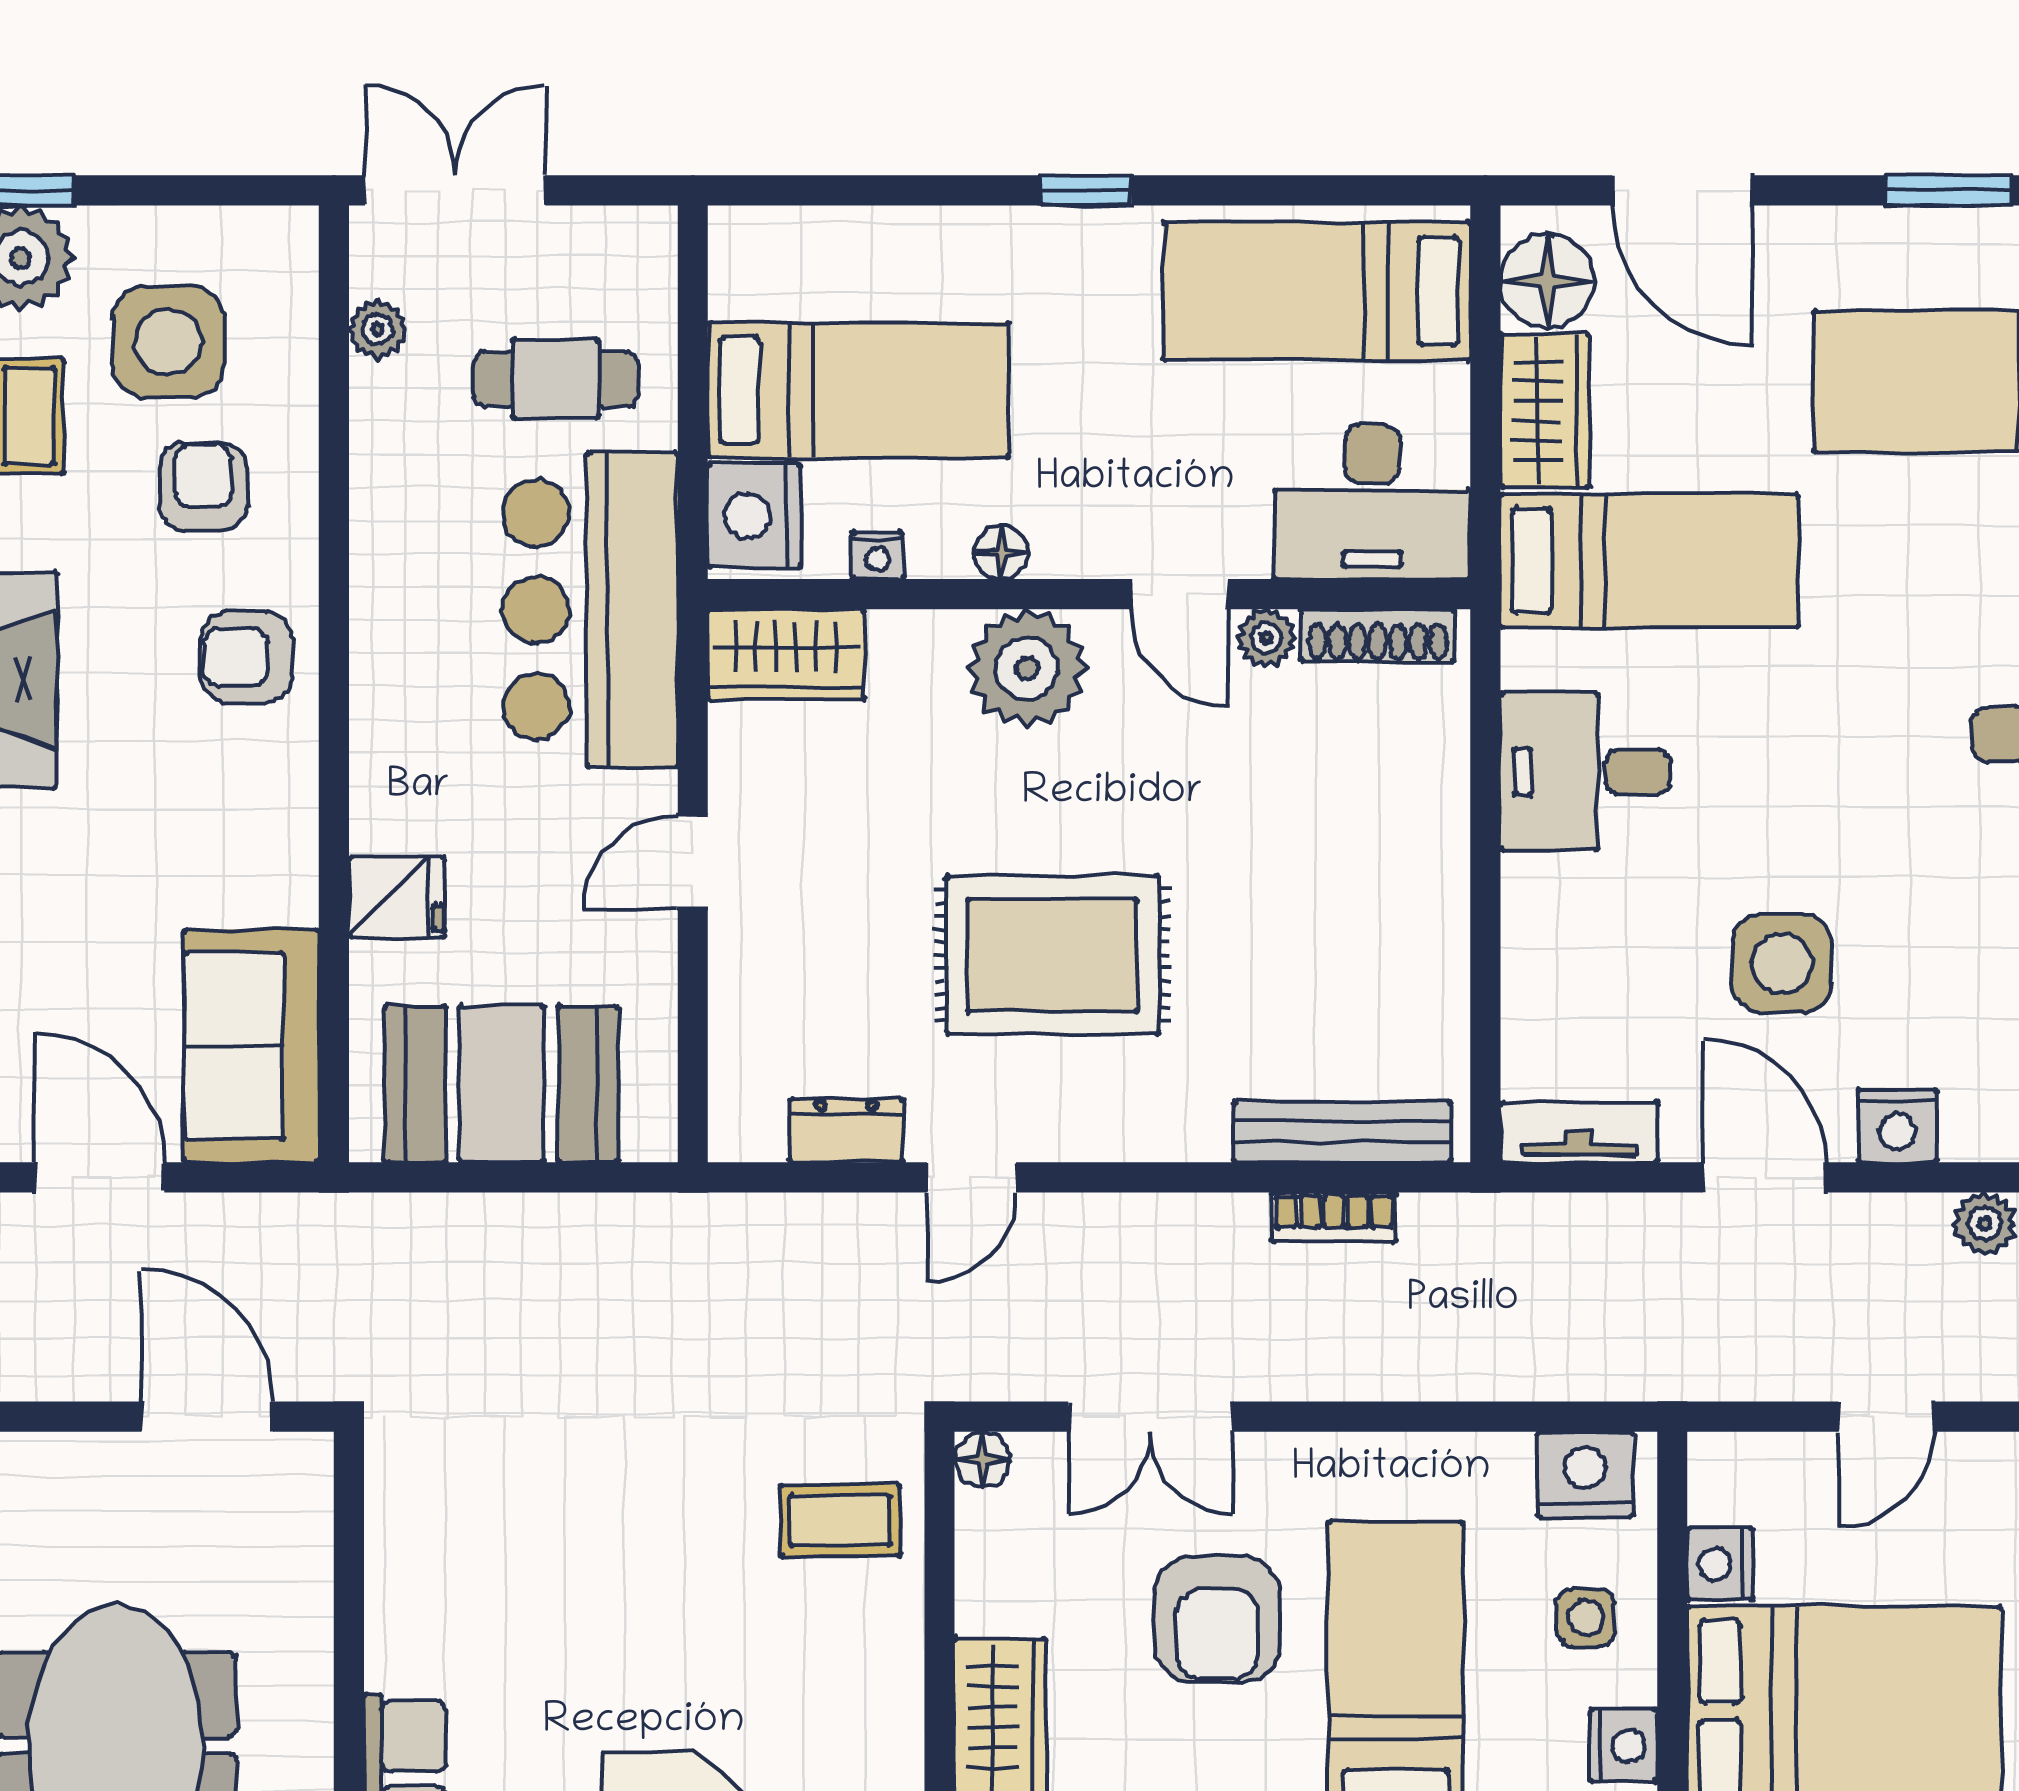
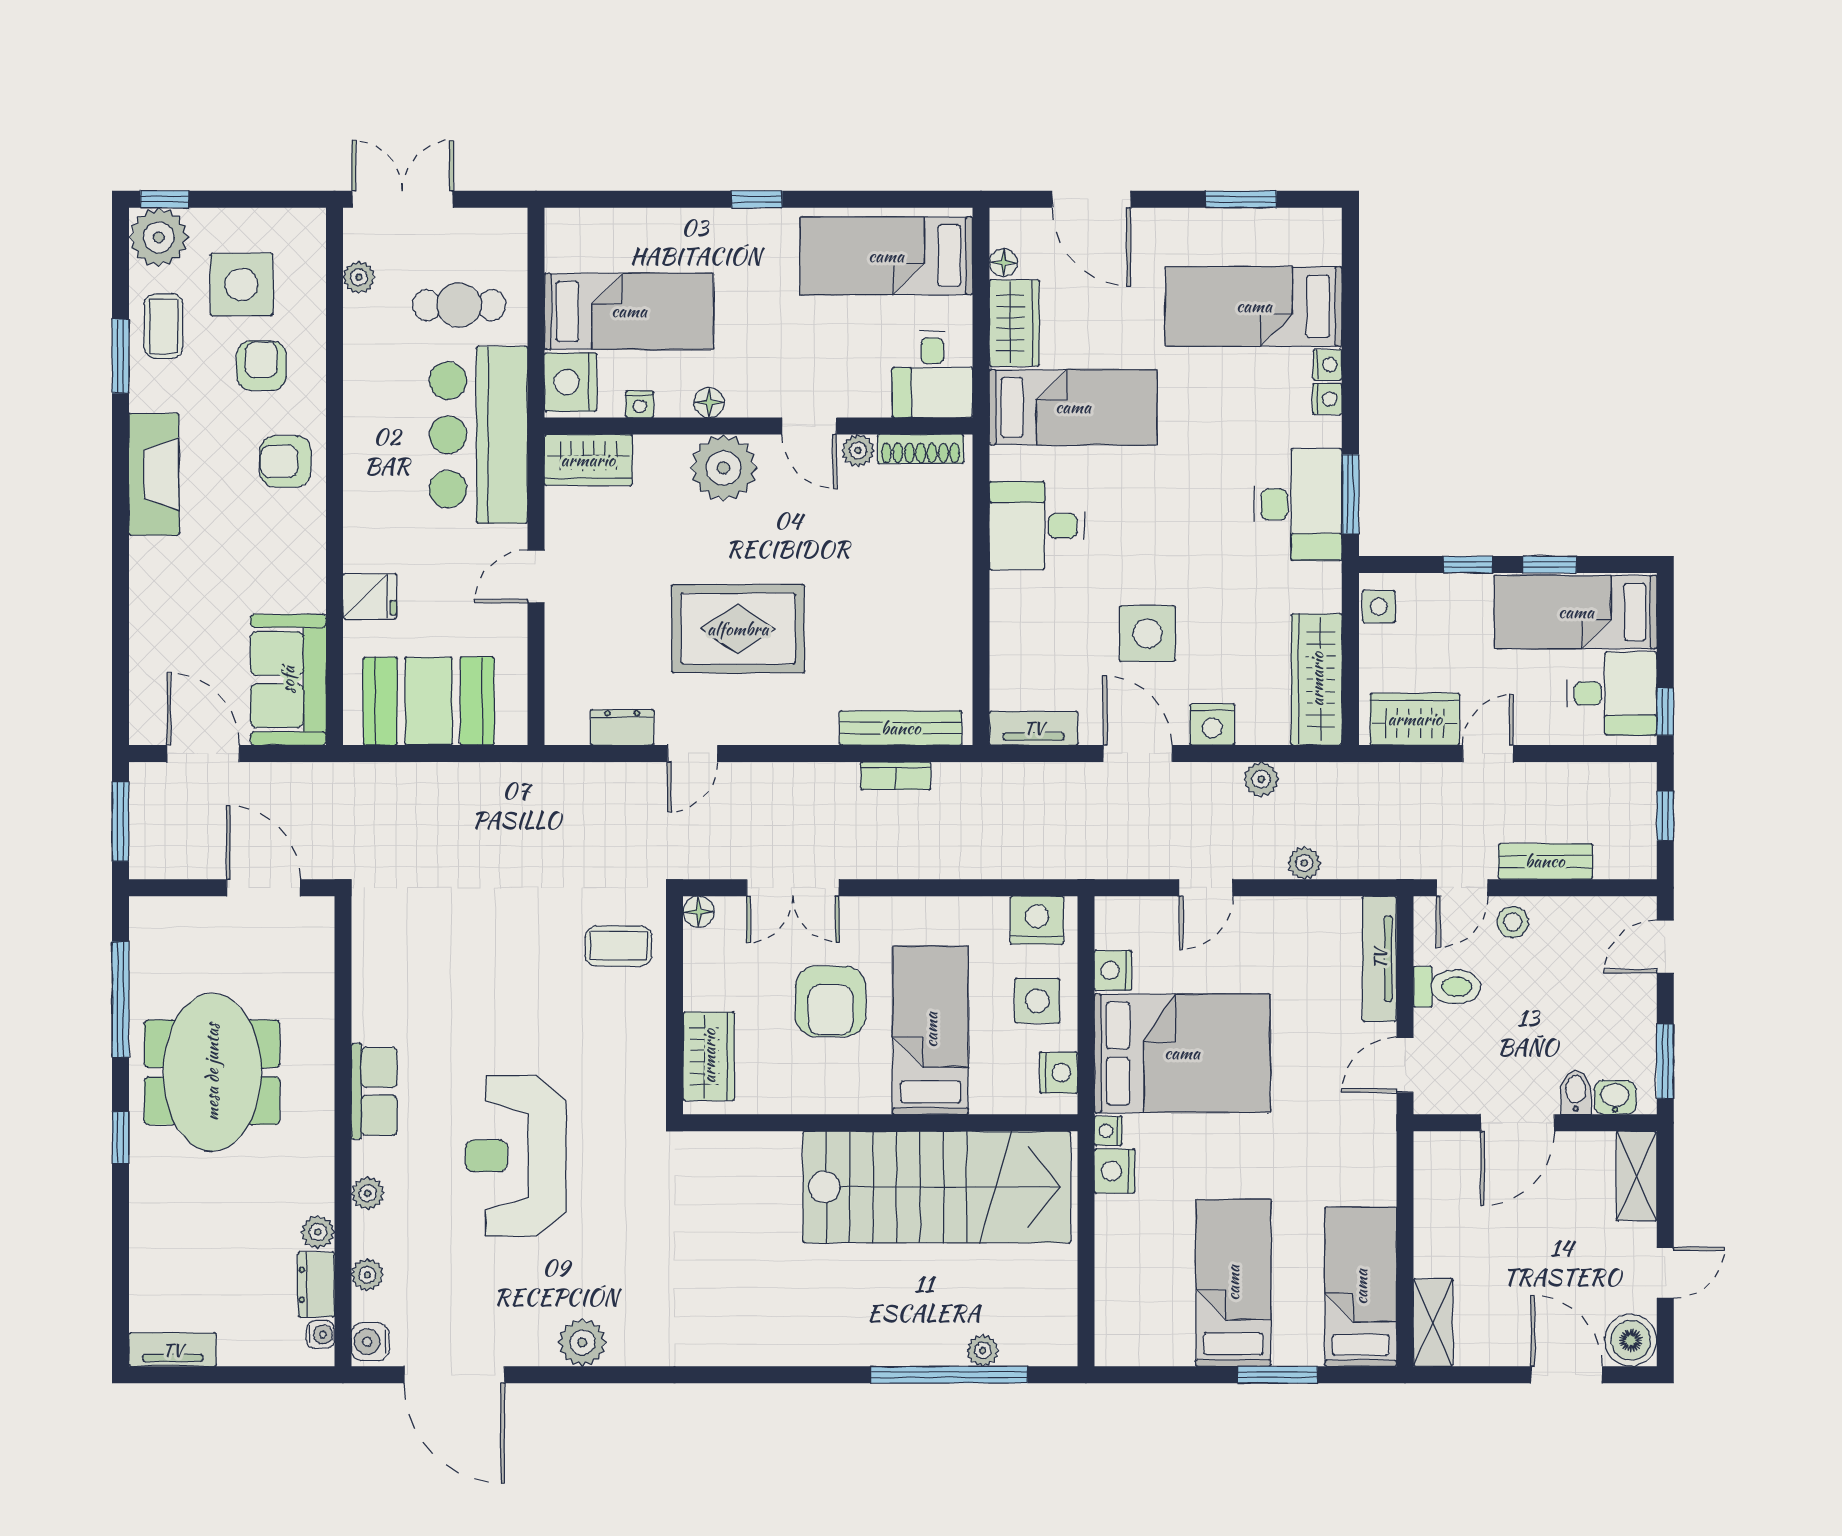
floor lamp: (1547, 281) -> (1003, 263), width x0.53, depth x0.53
desk: (1372, 502) -> (932, 374), width x0.73
side table: (1586, 1618) -> (1037, 1001), width x1.37, depth x1.37

